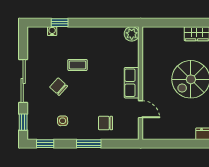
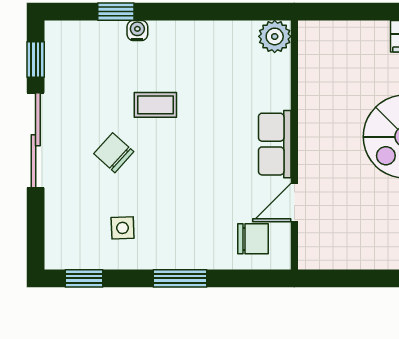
water cooler: (52, 31) -> (137, 30), moved
door: (141, 109) -> (294, 202), swing flipped
window: (23, 122) -> (36, 60), moved
chair: (105, 123) -> (253, 239), moved, turned 180

